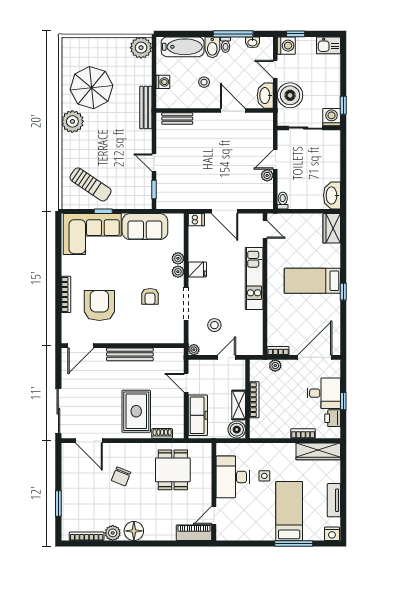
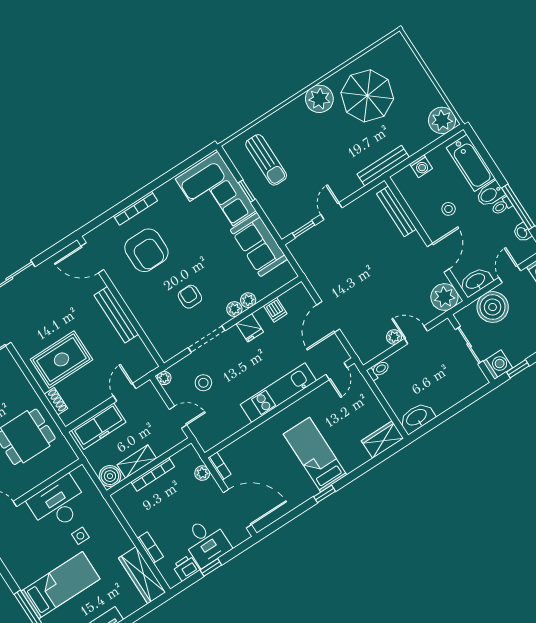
bench: (177, 119) -> (396, 211), width x1.36
plant: (262, 124) -> (444, 297), added
sun lounger: (91, 184) -> (266, 160), turned -34
dishwasher: (196, 220) -> (275, 310), moved
armchair: (150, 296) -> (190, 297), turned 90
armchair: (99, 306) -> (146, 250), turned 90

